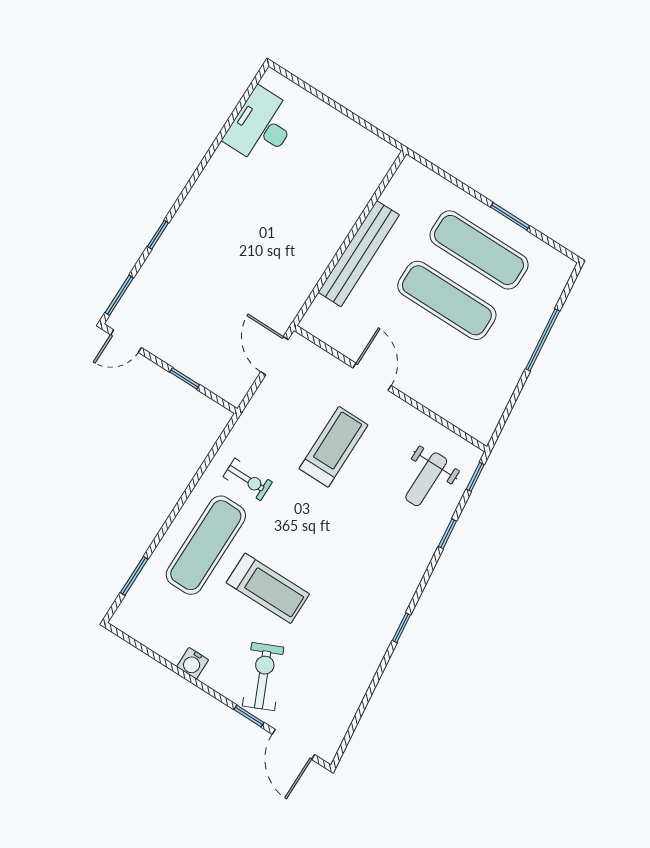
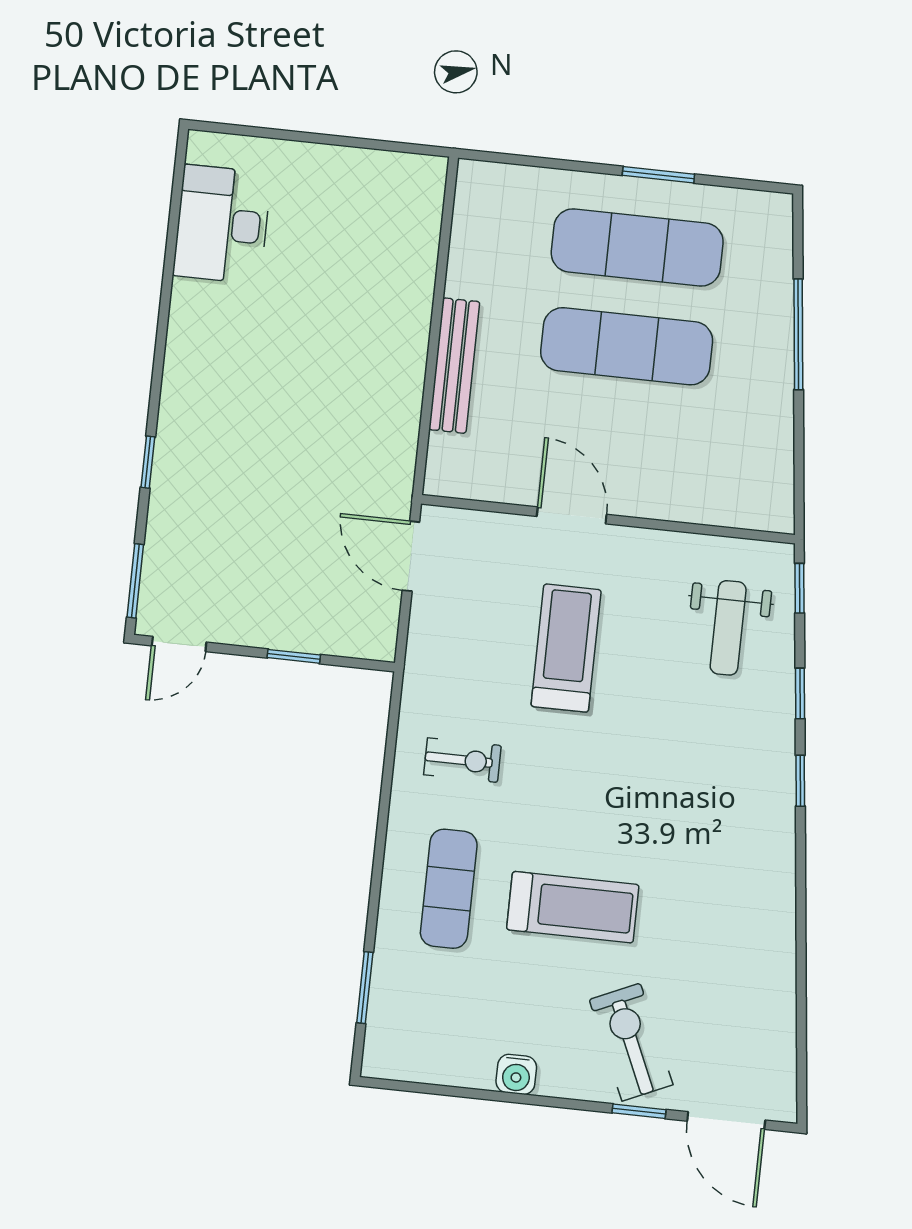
bench: (359, 254) -> (454, 366), width x0.73, depth x0.82
exercise mat: (206, 545) -> (449, 889), width x0.73, depth x0.69
window: (401, 628) -> (800, 781), moved

